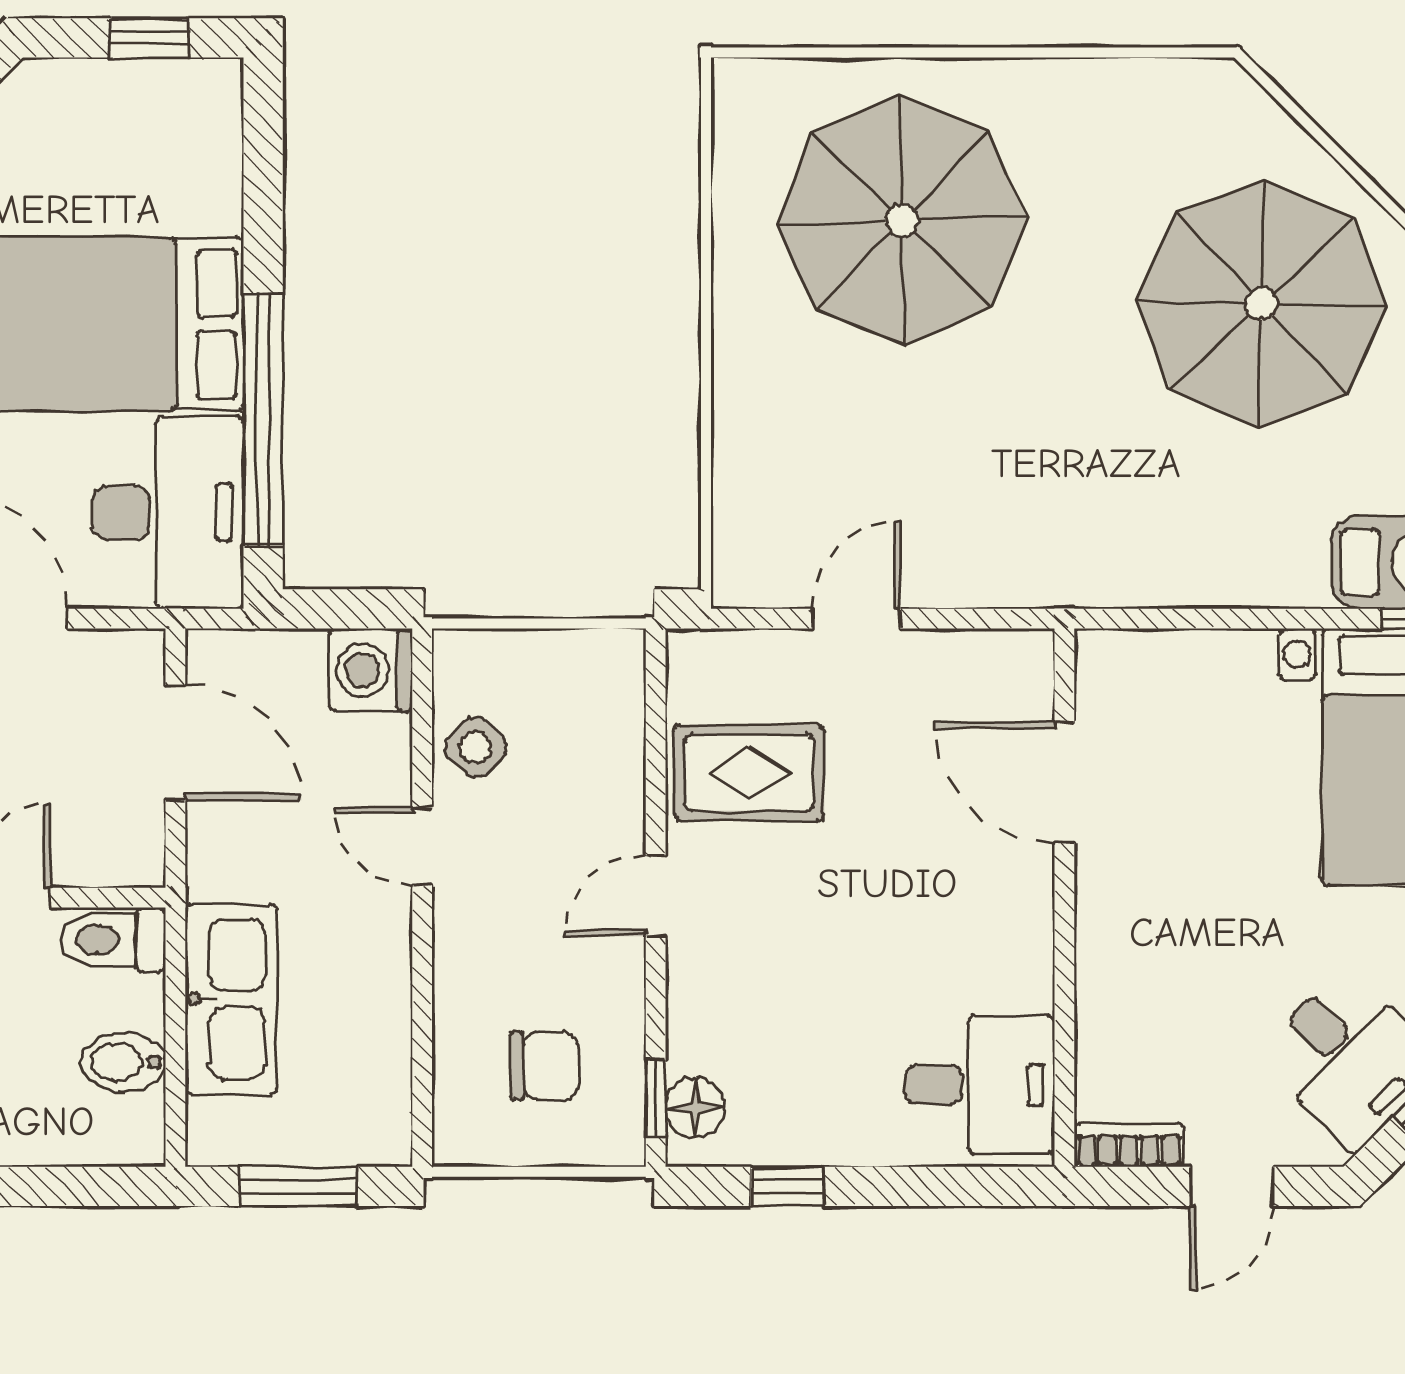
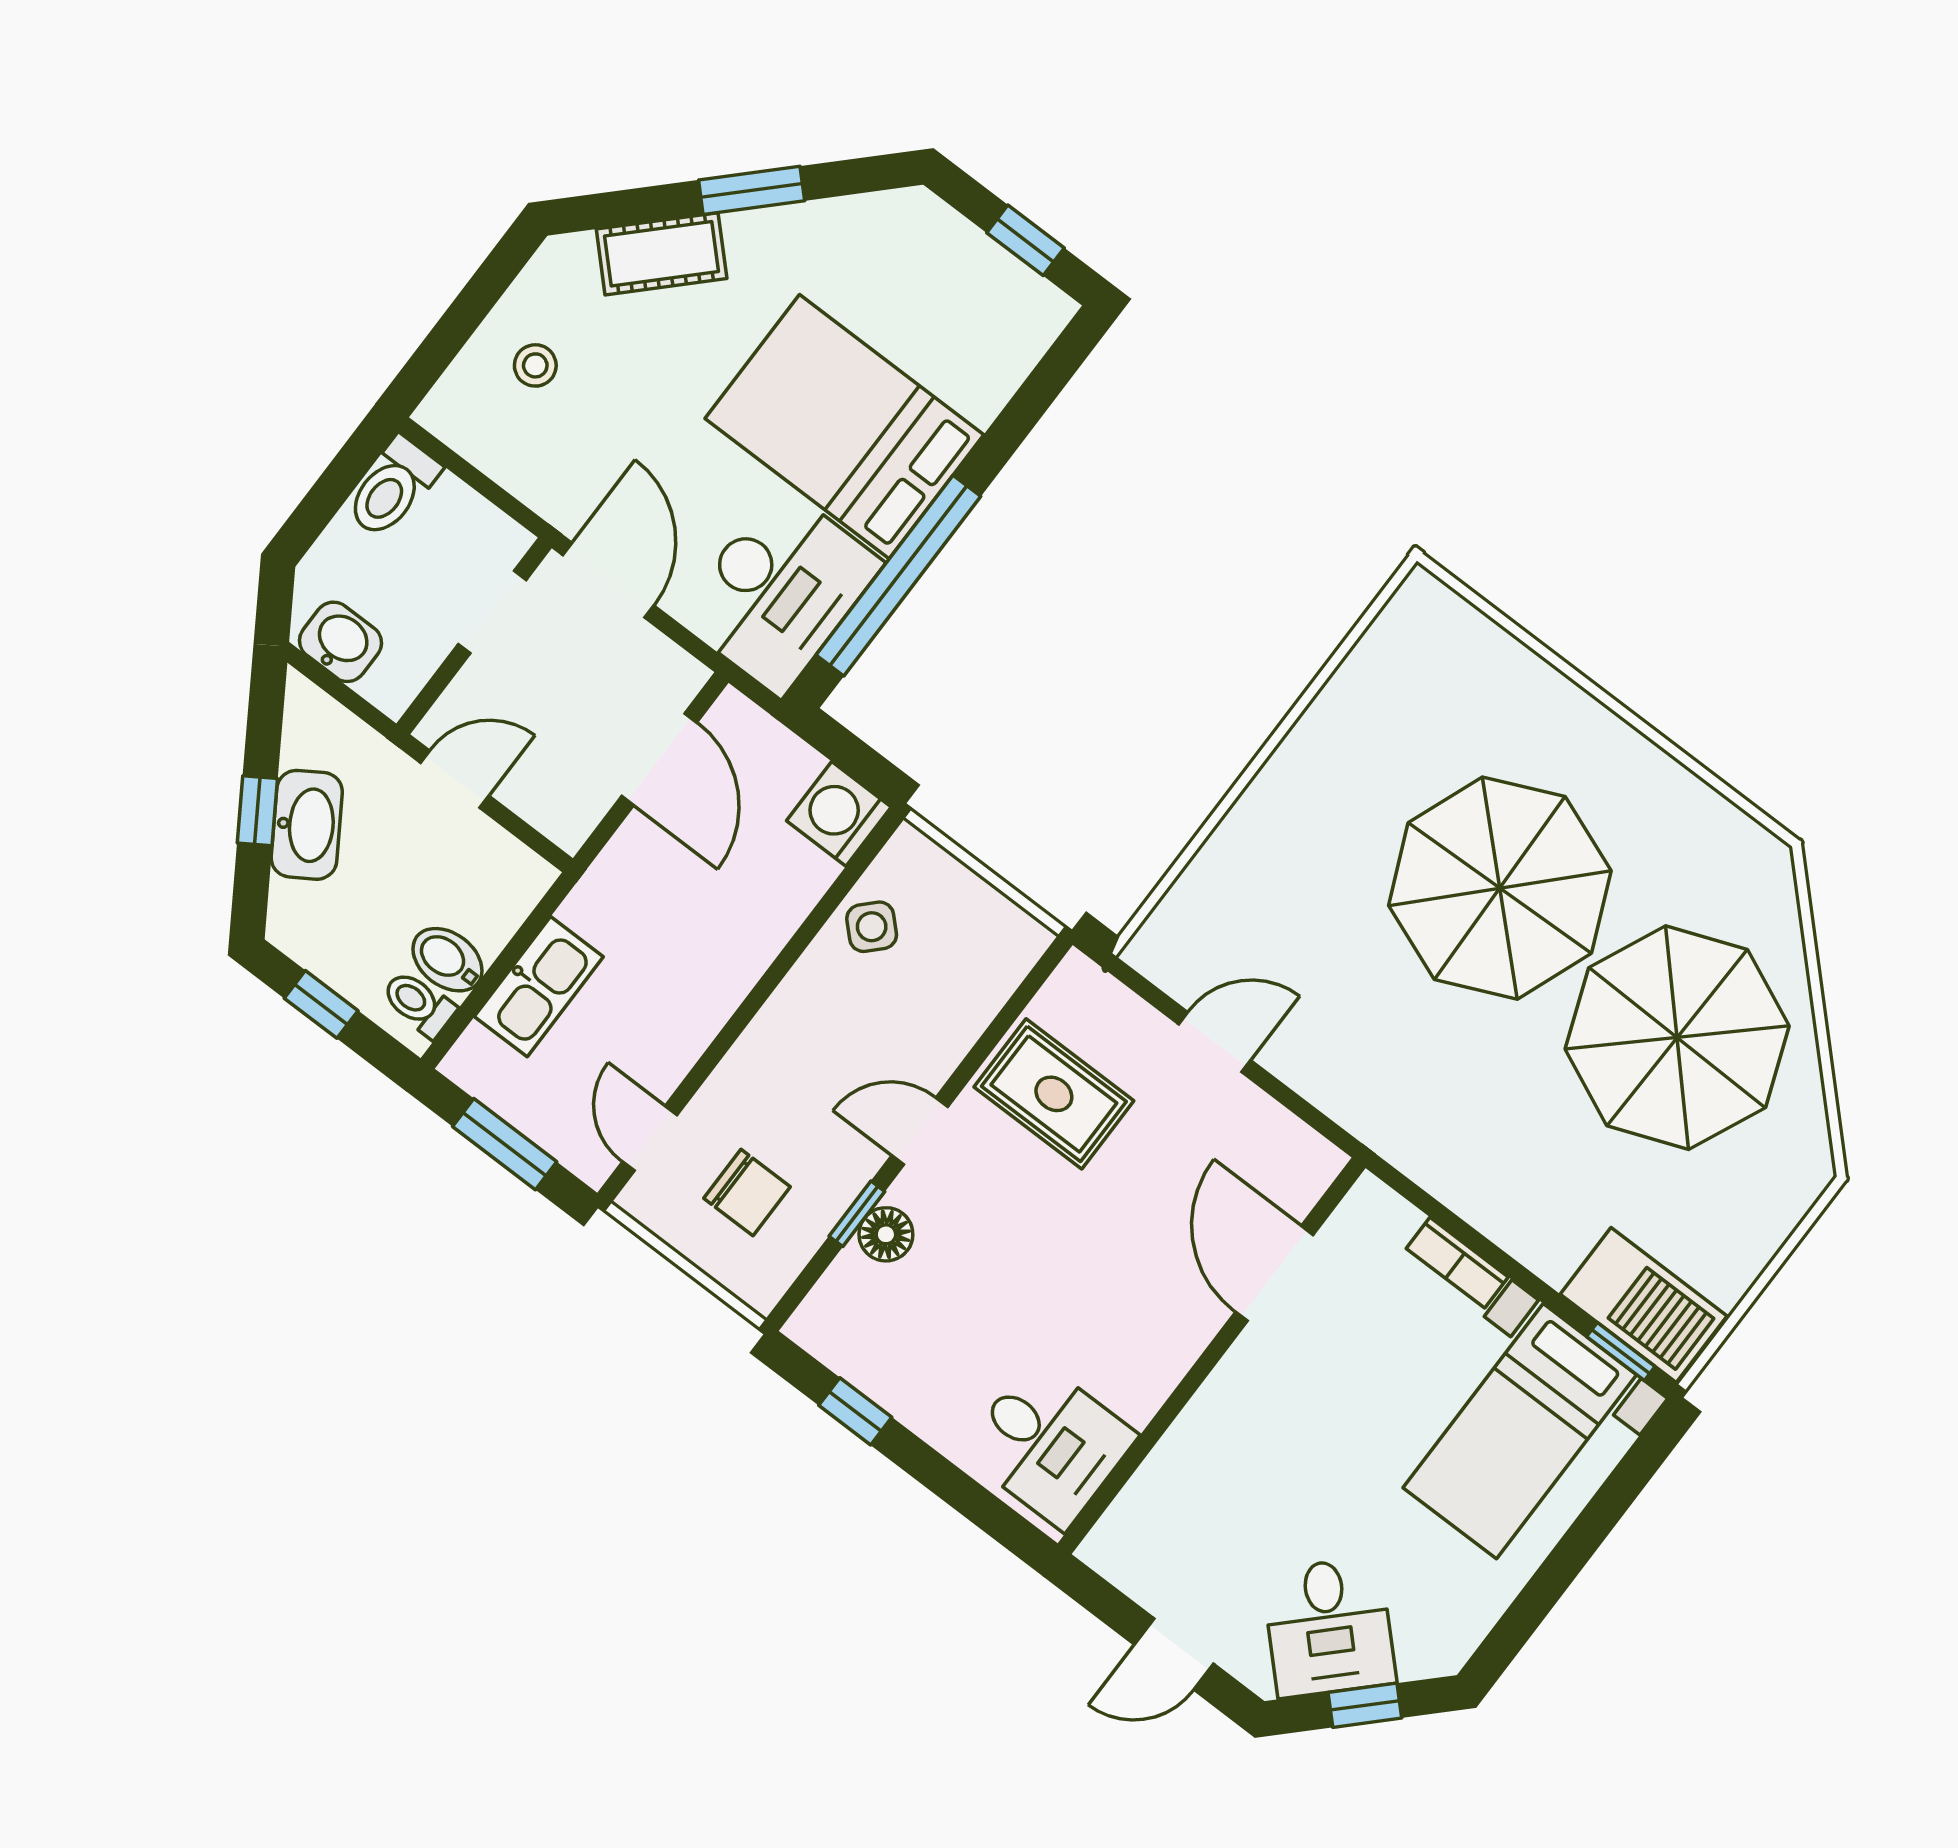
parasol: (902, 220) -> (1500, 888), moved
door: (422, 846) -> (650, 1138), moved
toilet: (112, 940) -> (419, 1004), moved, width x0.73, depth x0.72
kitchen sink: (231, 999) -> (539, 987), width x0.73, depth x0.81
window: (656, 1098) -> (857, 1214), moved
floor lamp: (695, 1108) -> (886, 1234), moved
bookcase: (1129, 1145) -> (1457, 1263), moved, turned 180
window: (42, 1186) -> (321, 1004), added

